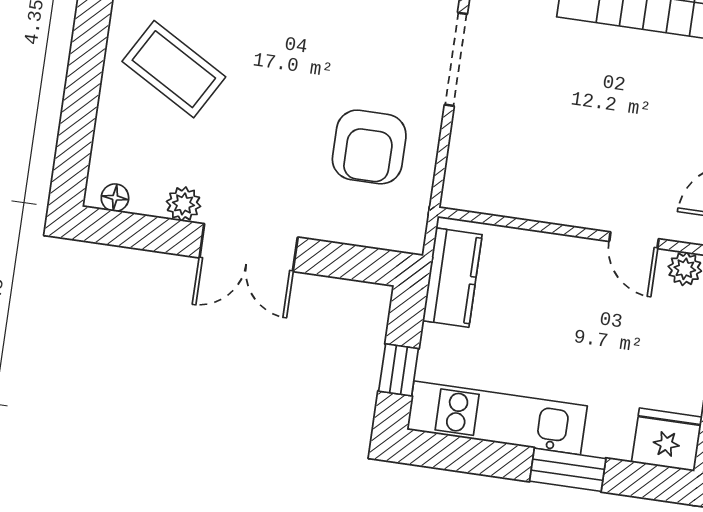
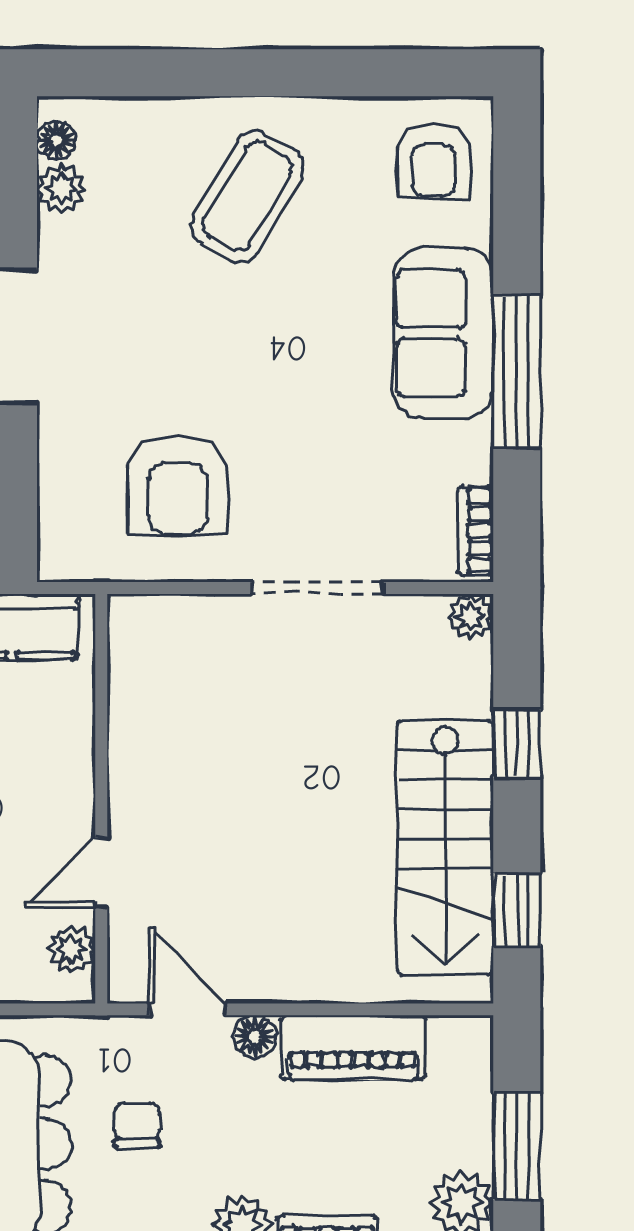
armchair: (369, 147) -> (178, 485), turned -90
plant: (184, 204) -> (61, 189), moved

